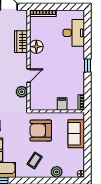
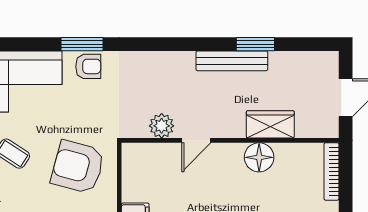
door: (29, 76) -> (196, 140), hinge flipped
armchair: (41, 130) -> (78, 167), turned -75

